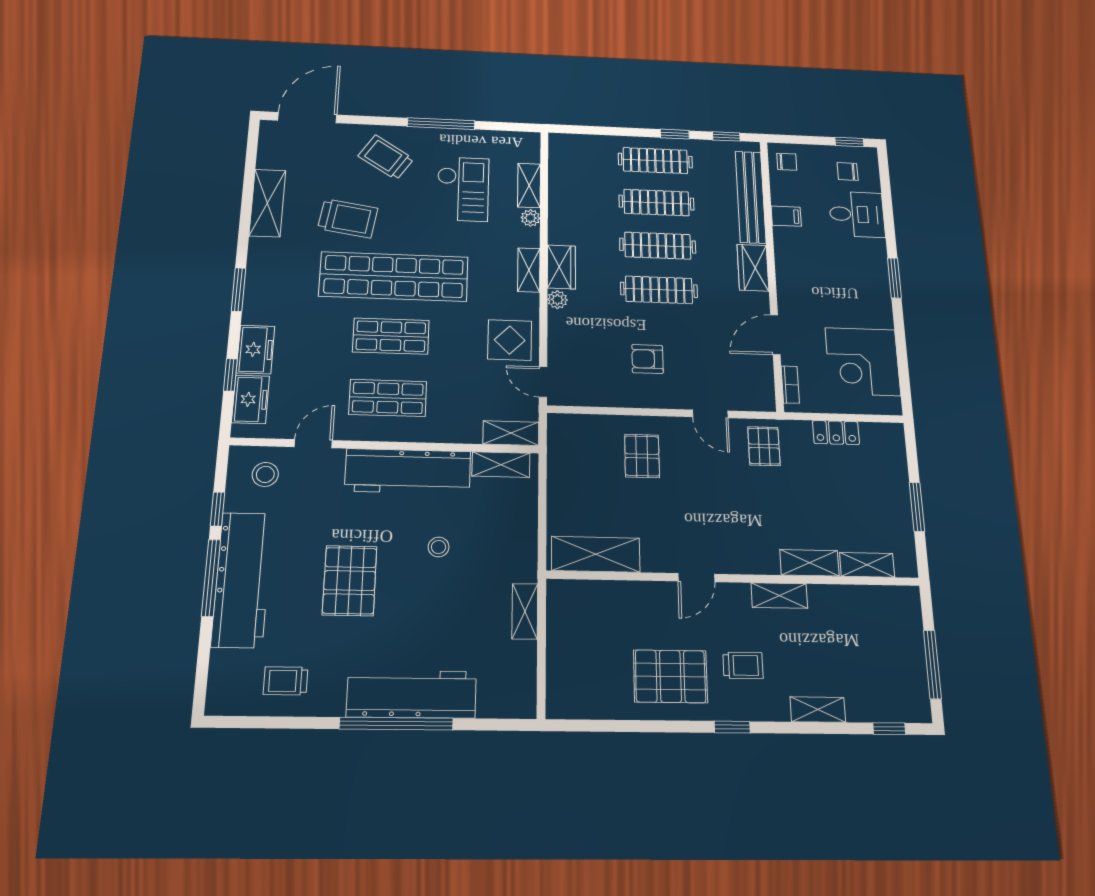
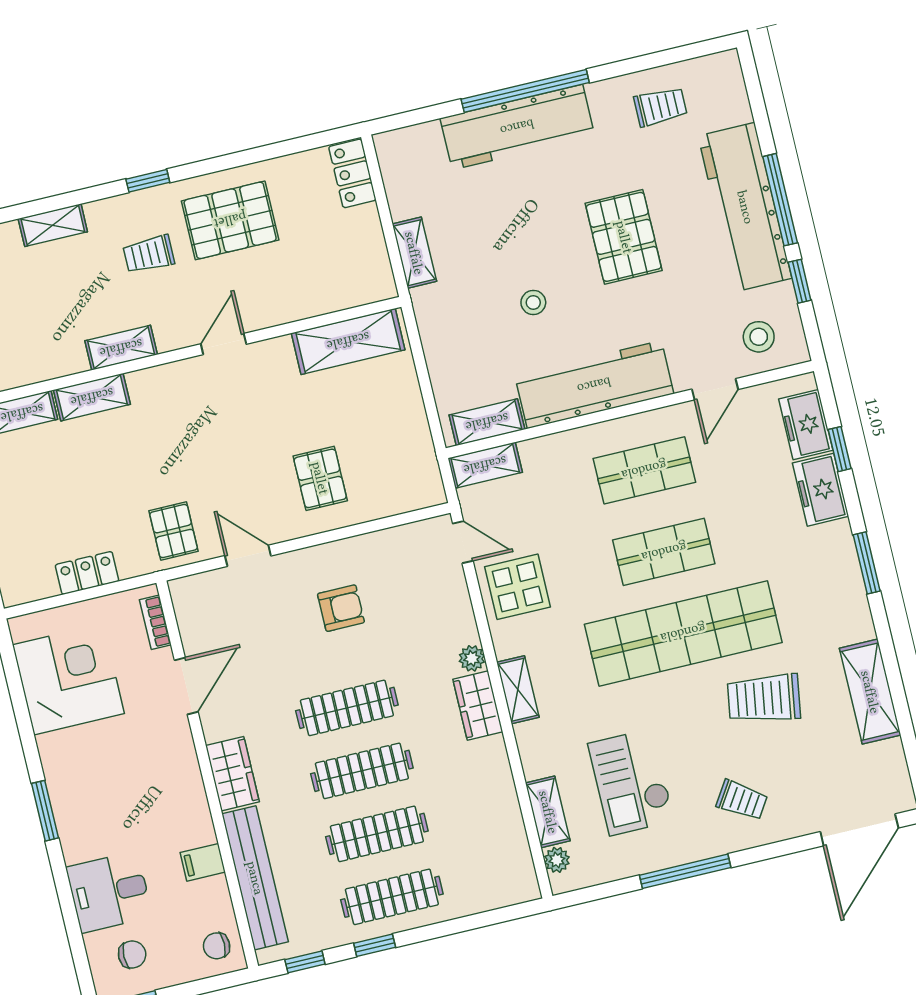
trolley: (386, 157) -> (742, 800), width x0.73, depth x0.72
plant: (530, 218) -> (557, 860), moved
locker: (560, 690) -> (352, 173), added

